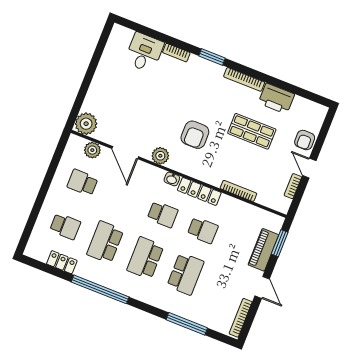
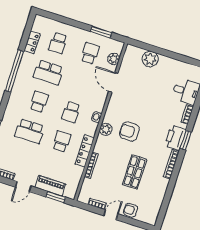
printer: (276, 99) -> (175, 138), moved
plant: (86, 124) -> (150, 59), moved
door: (125, 153) -> (113, 82), hinge flipped
plant: (160, 156) -> (106, 129), moved
window: (54, 165) -> (101, 32), added
locker: (199, 191) -> (85, 151), moved
school desk: (203, 230) -> (62, 141), turned 180
school desk: (105, 242) -> (48, 72), turned 180
school desk: (145, 258) -> (39, 102), width x0.54

